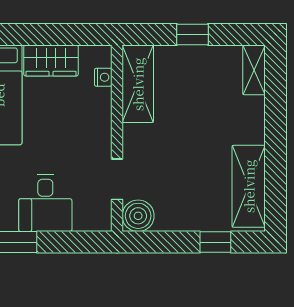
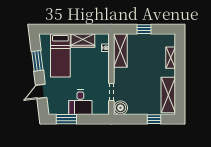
shelving: (254, 70) -> (171, 58), moved

